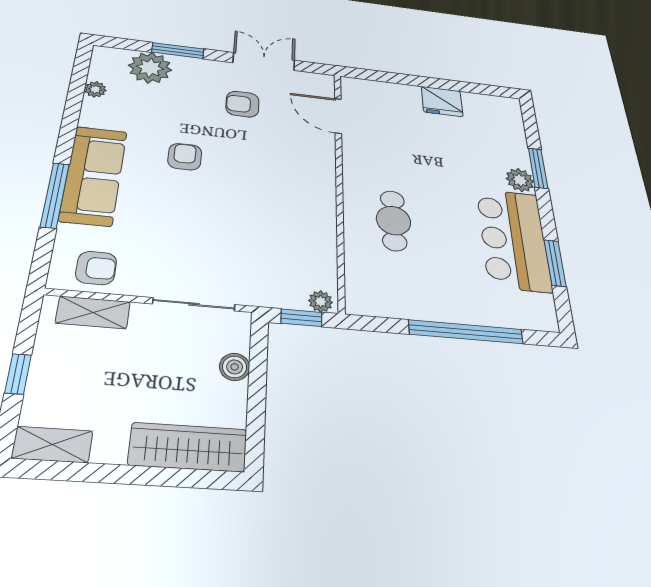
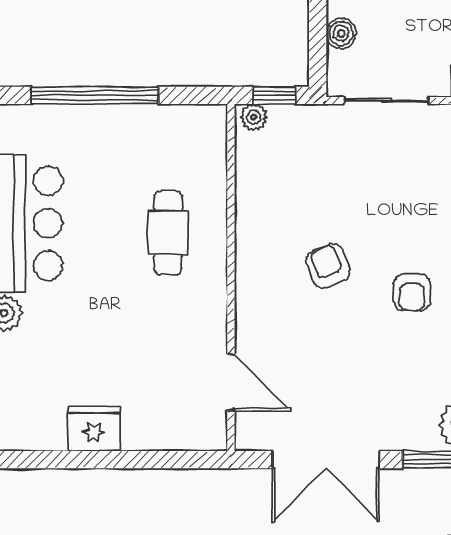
double door: (264, 61) -> (326, 460), width x1.37
armchair: (242, 104) -> (328, 266), moved, turned -112

